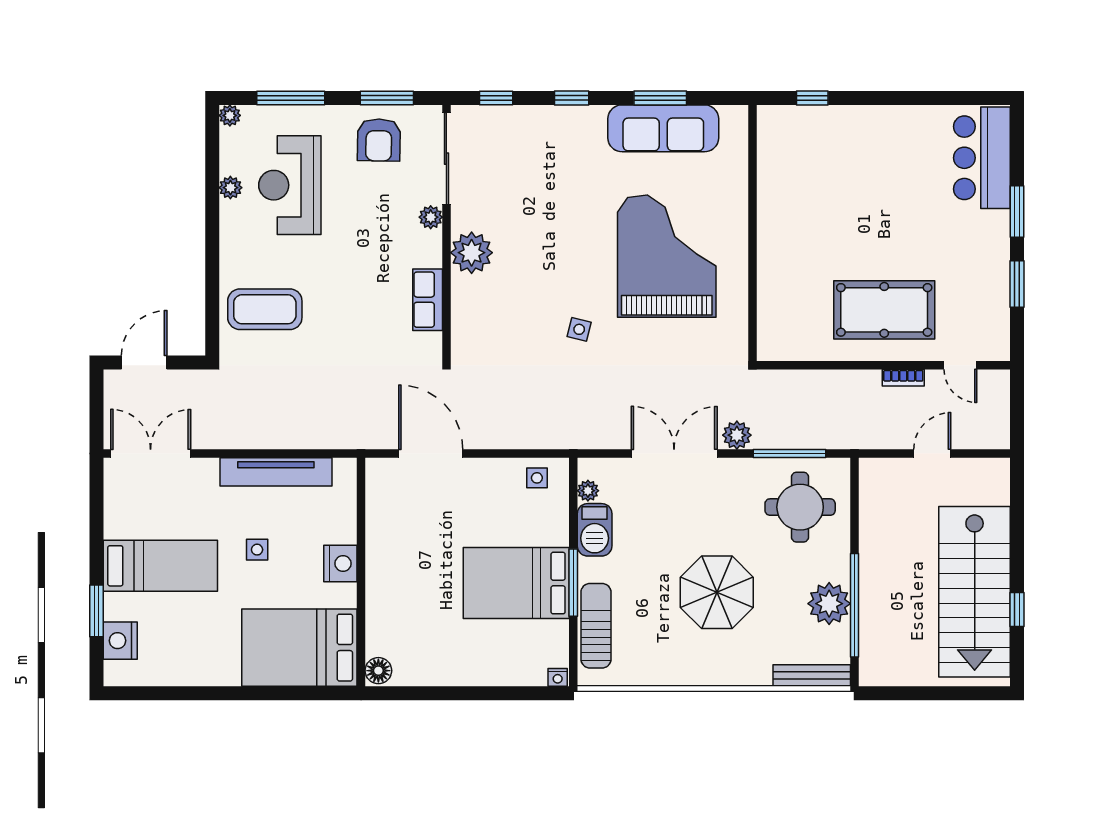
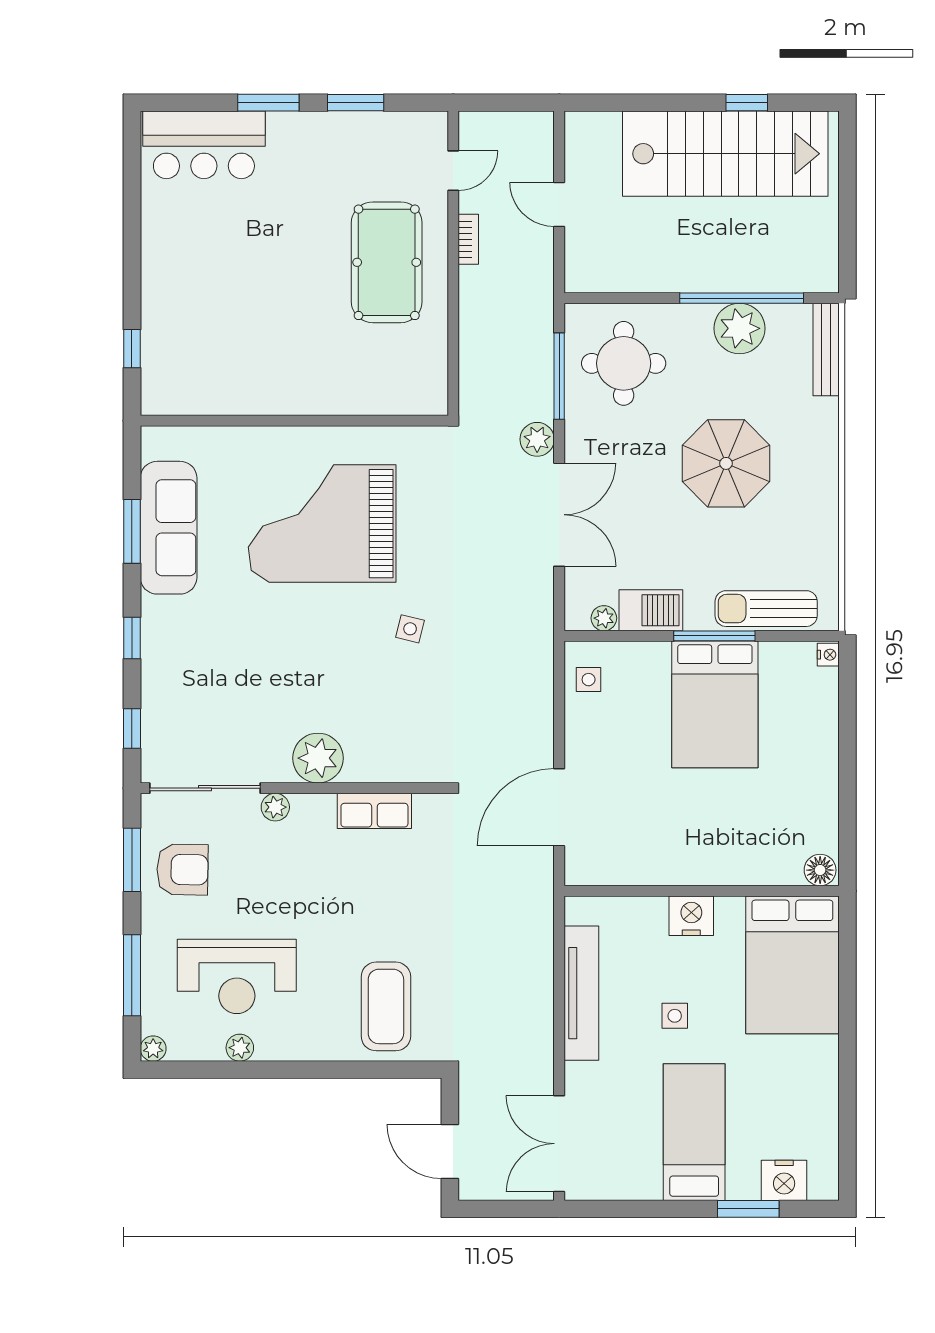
double door: (674, 453) -> (559, 515), swing flipped

